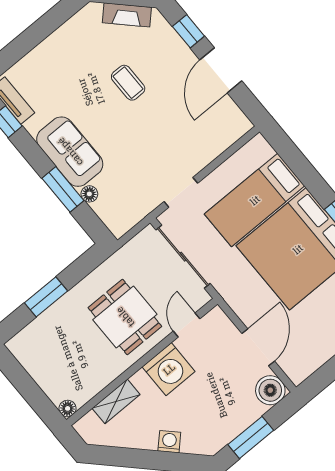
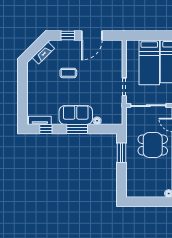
door: (221, 70) -> (92, 35), hinge flipped
window: (63, 189) -> (77, 129), moved
window: (46, 297) -> (121, 153), moved

